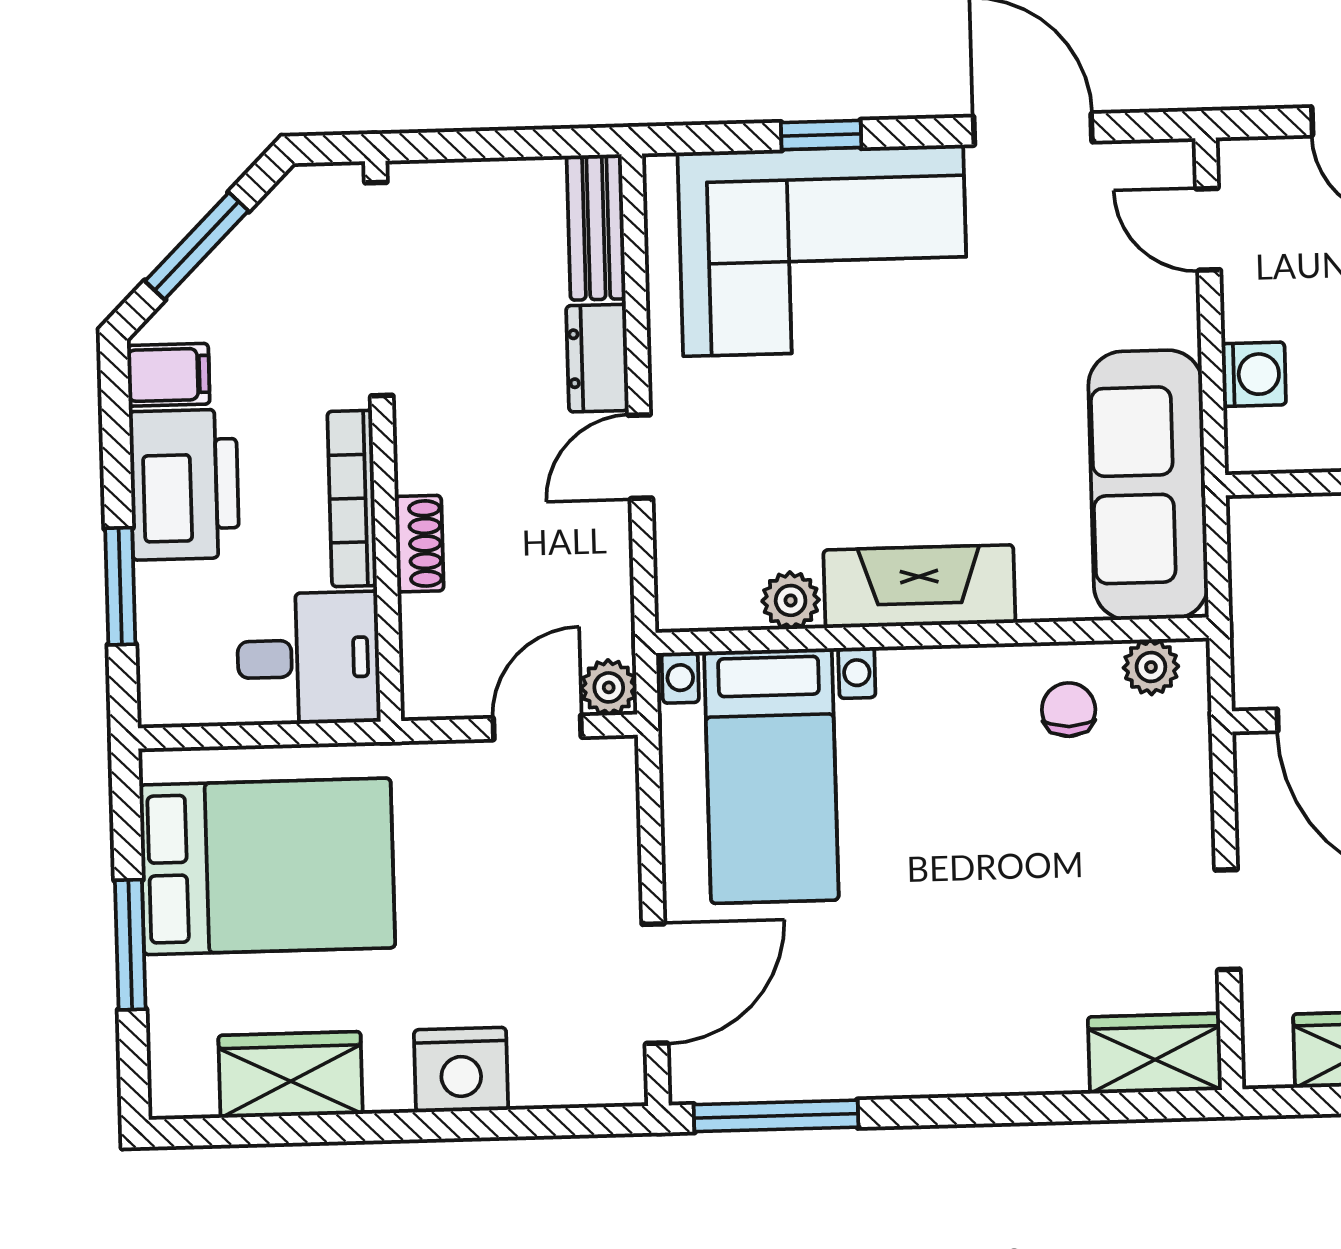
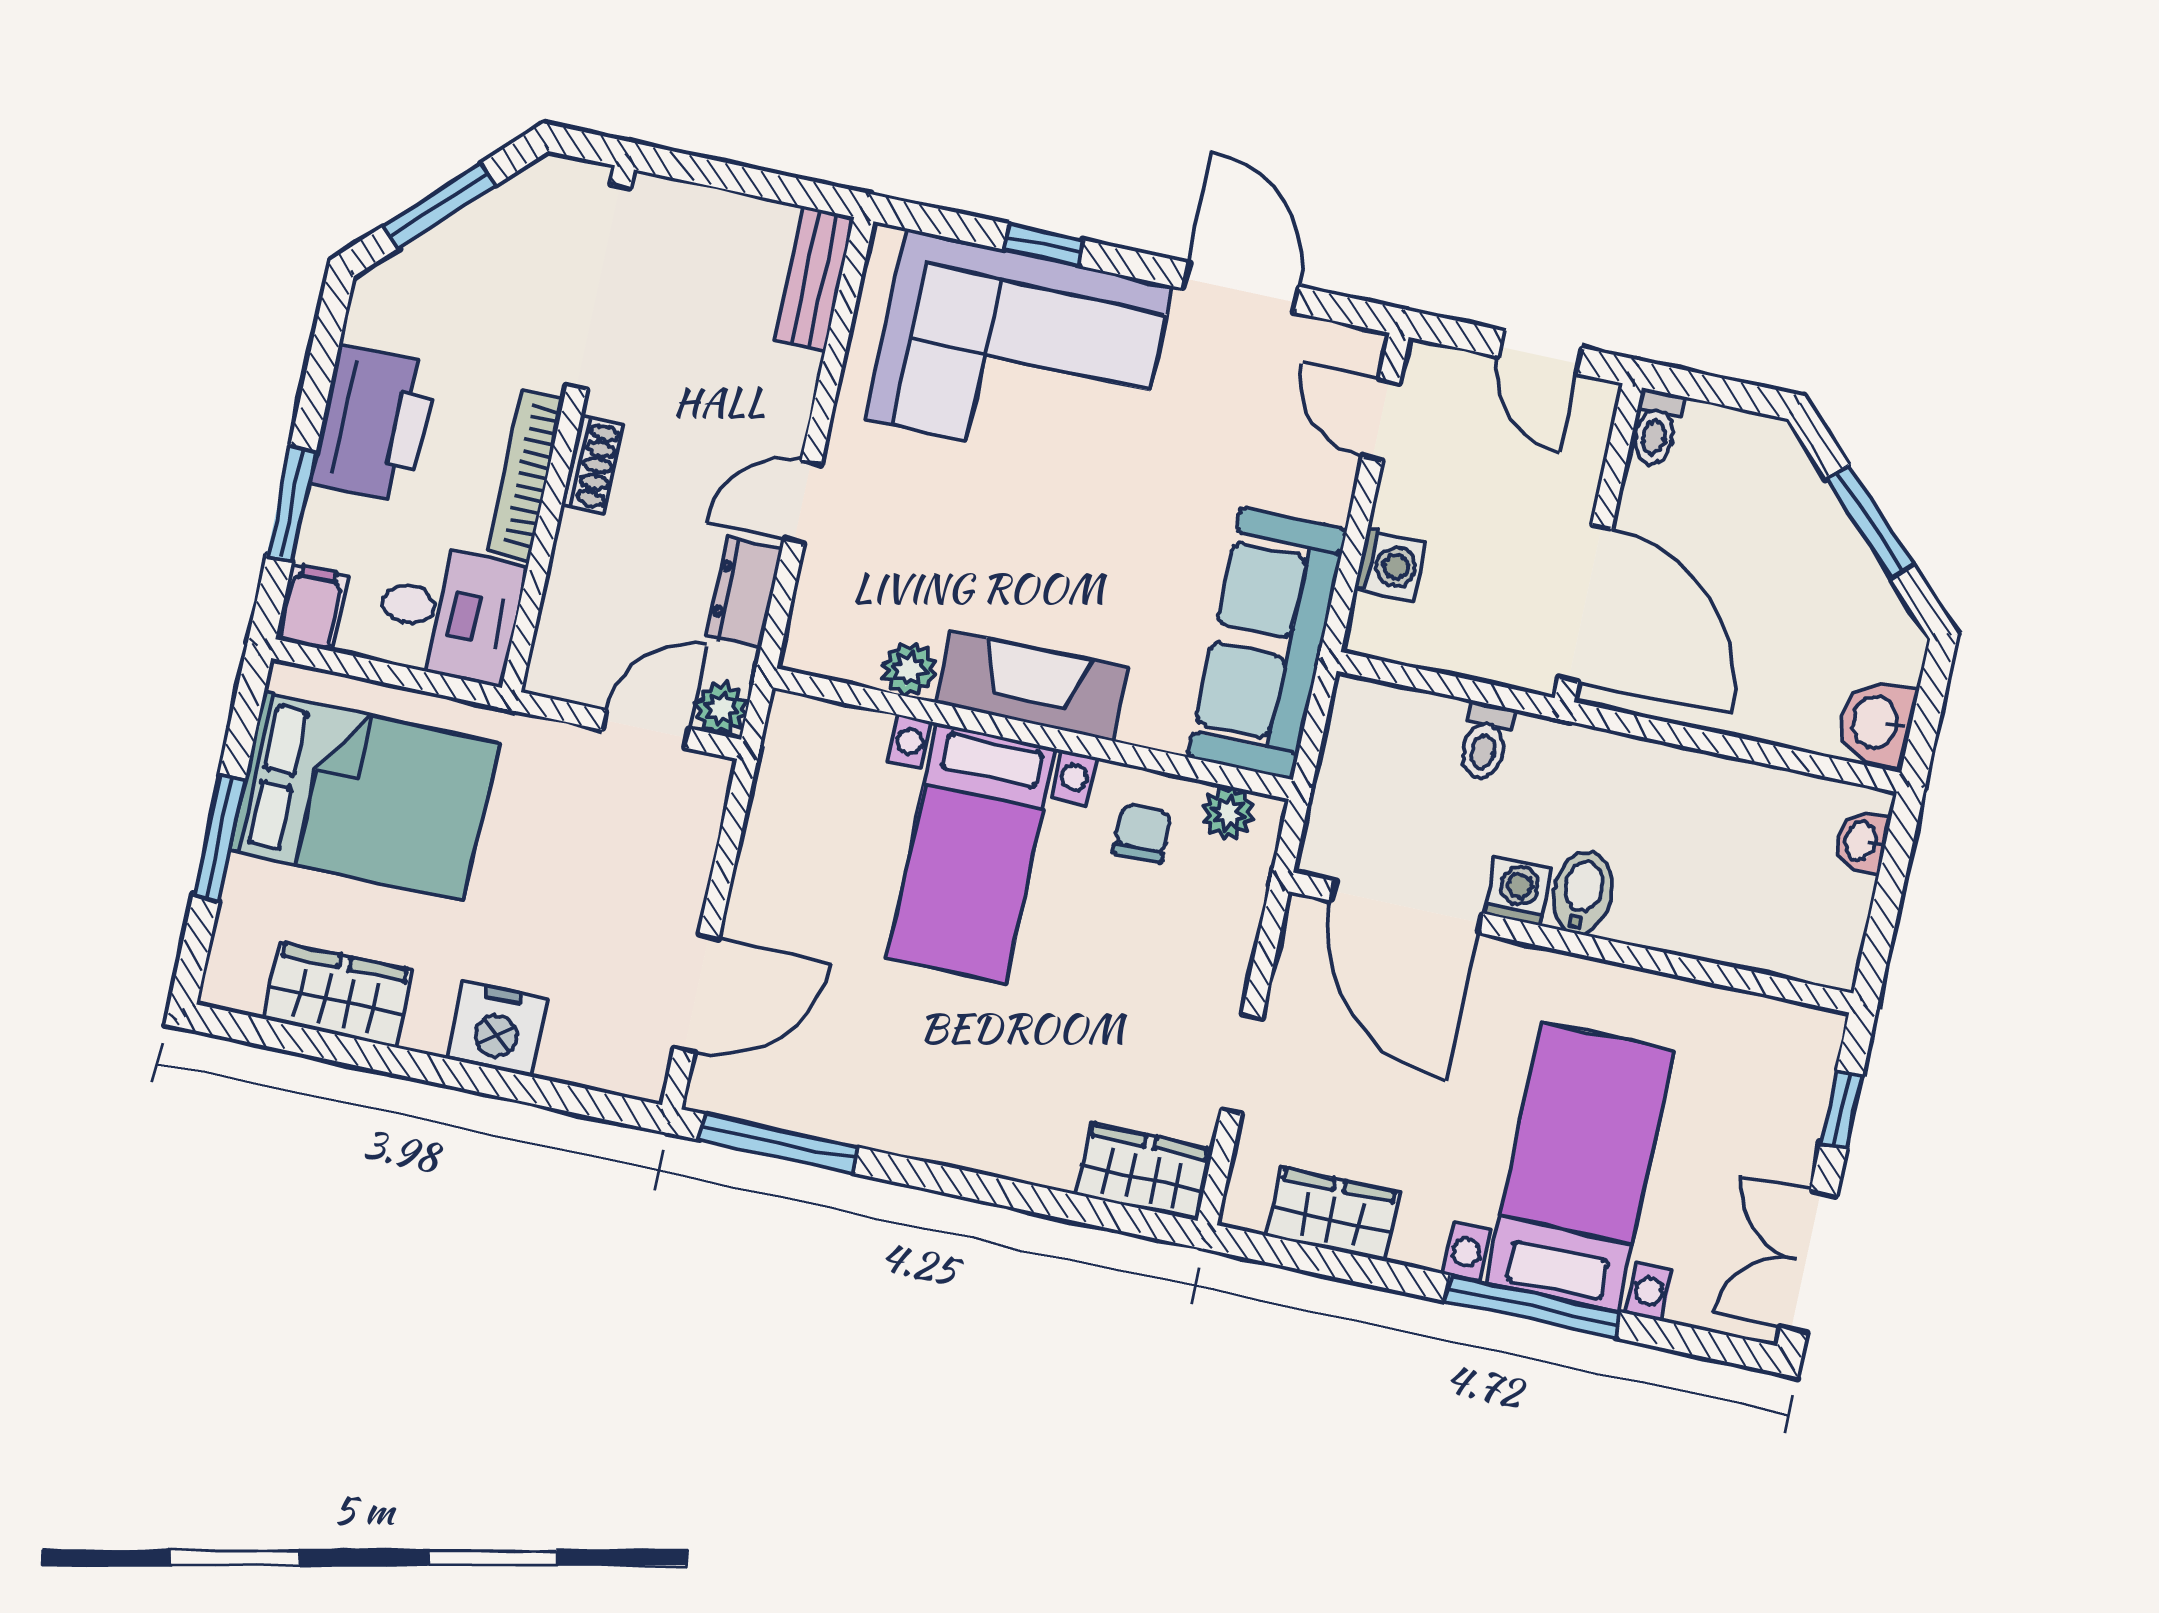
dresser: (597, 358) -> (744, 593), moved
filing cabinet: (168, 375) -> (312, 607), moved, turned -90
shoe rack: (419, 544) -> (593, 465), moved
bed with nightstands: (771, 776) -> (972, 853), moved

